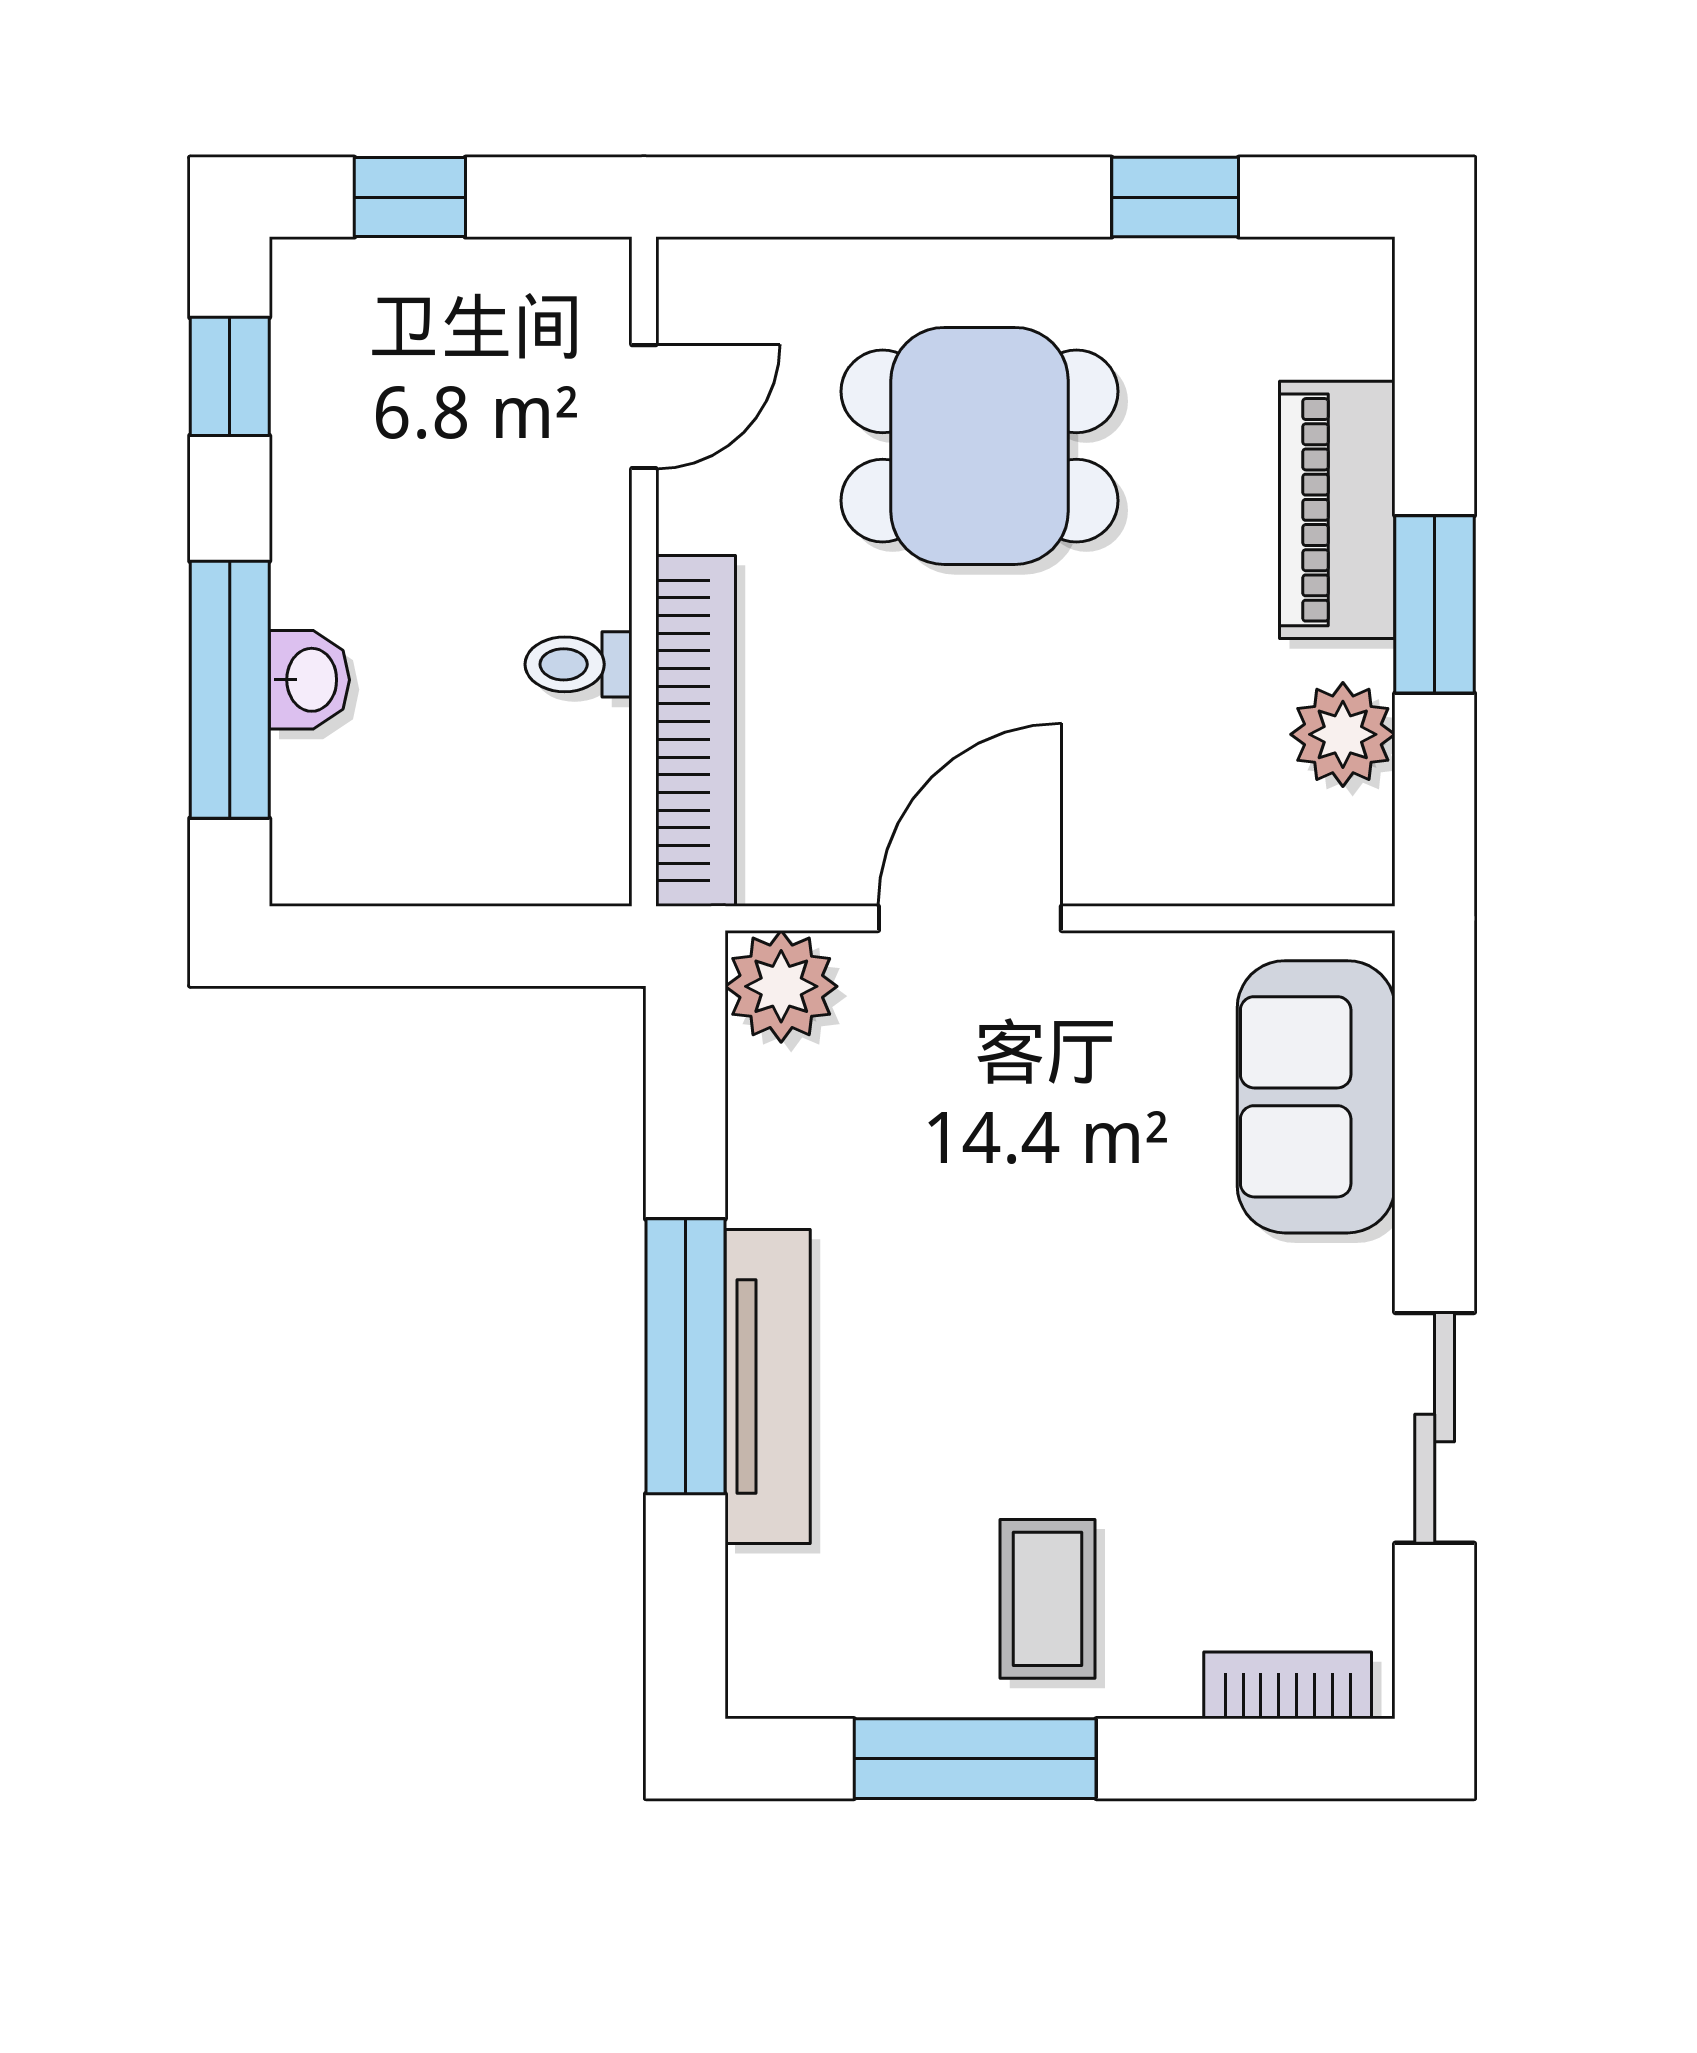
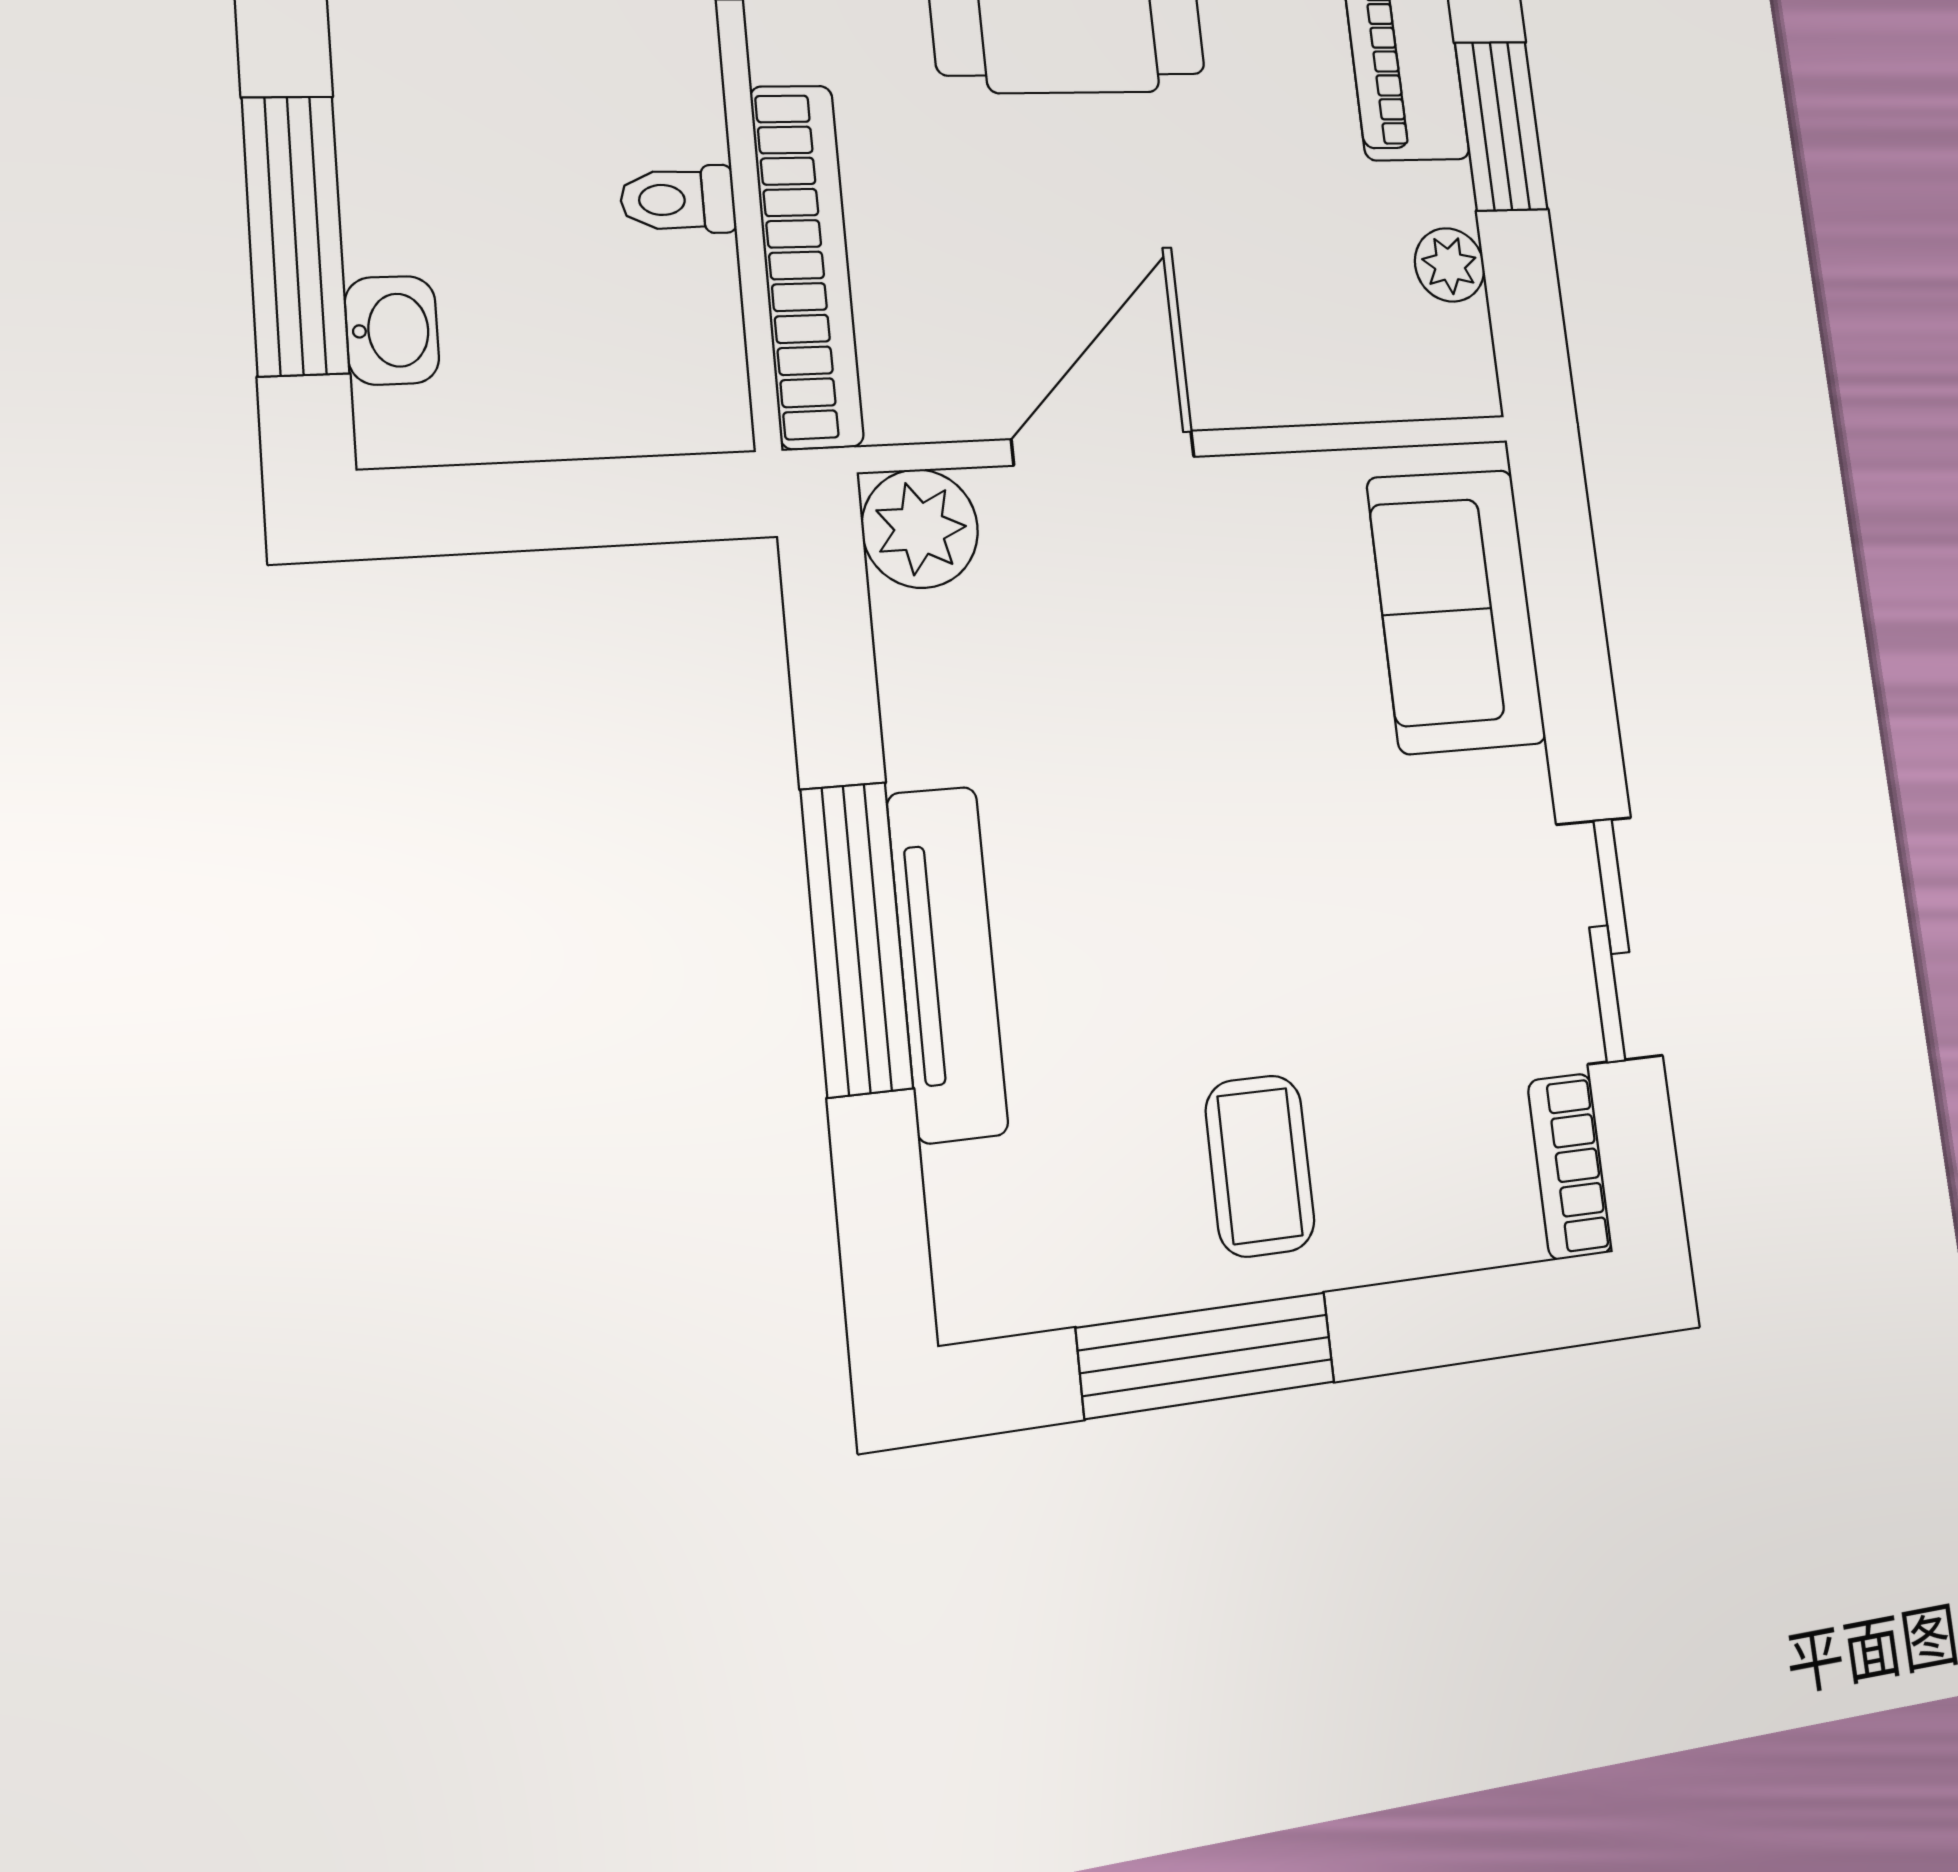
washbasin: (309, 680) -> (392, 330), moved
plant: (1343, 734) -> (1450, 265), width x0.73, depth x0.73
bookcase: (1288, 1685) -> (1570, 1166), moved, turned -90

